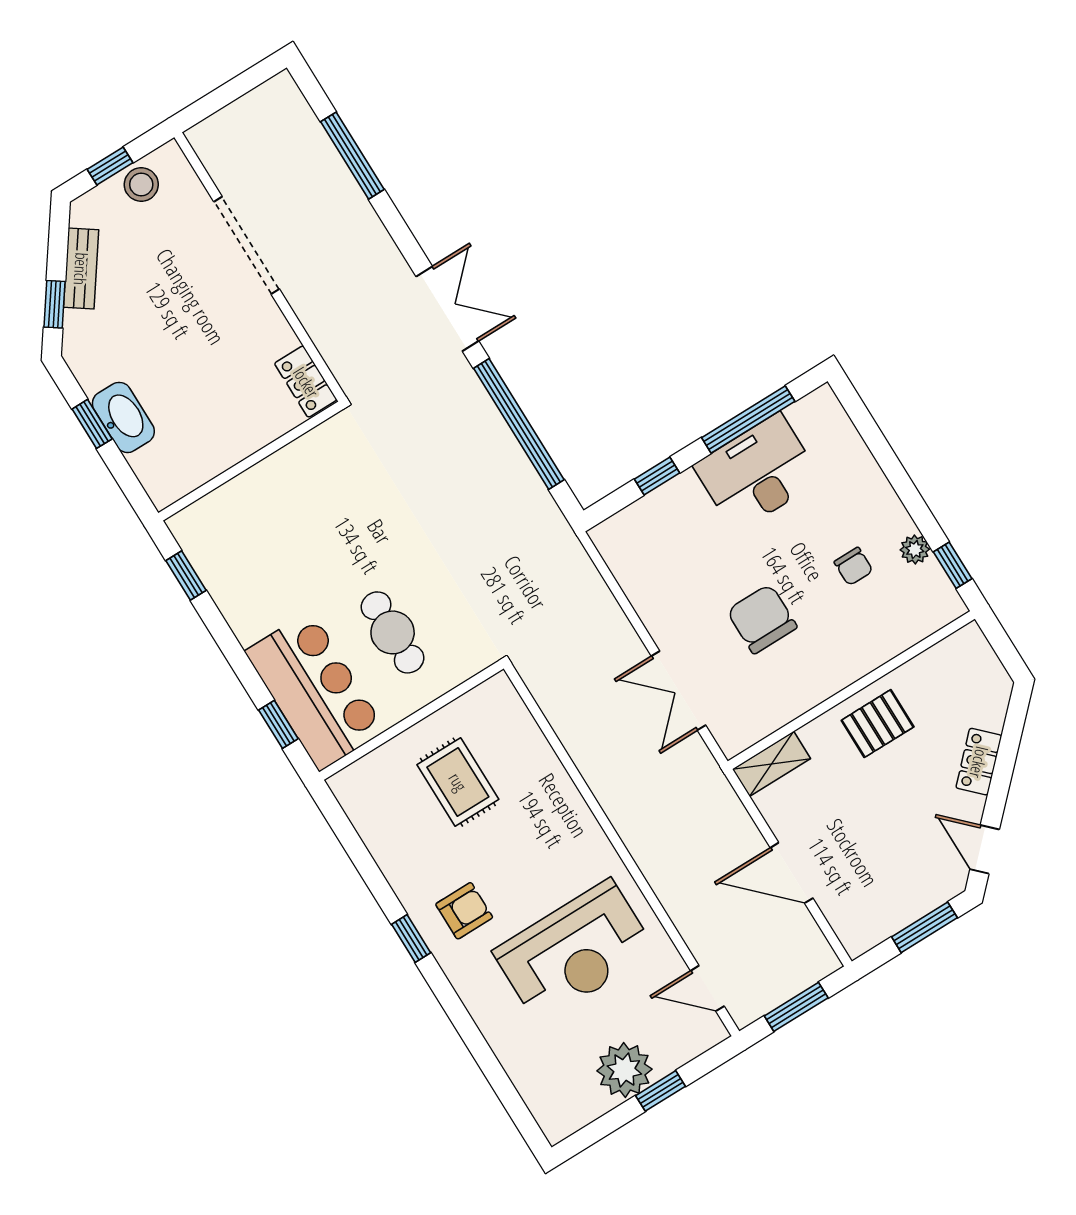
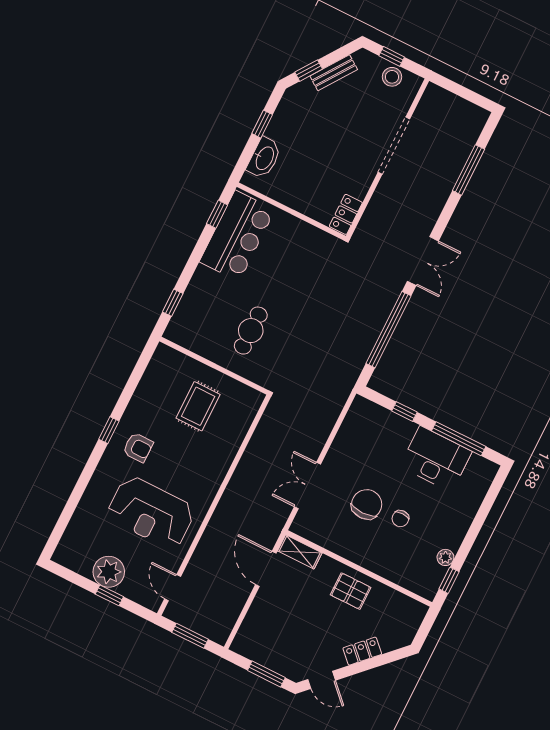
washbasin: (123, 417) -> (264, 158), moved
chair: (853, 566) -> (400, 519), moved
bar counter: (315, 691) -> (237, 236), moved
door: (985, 849) -> (322, 680), swing flipped
door: (792, 873) -> (266, 569), moved

